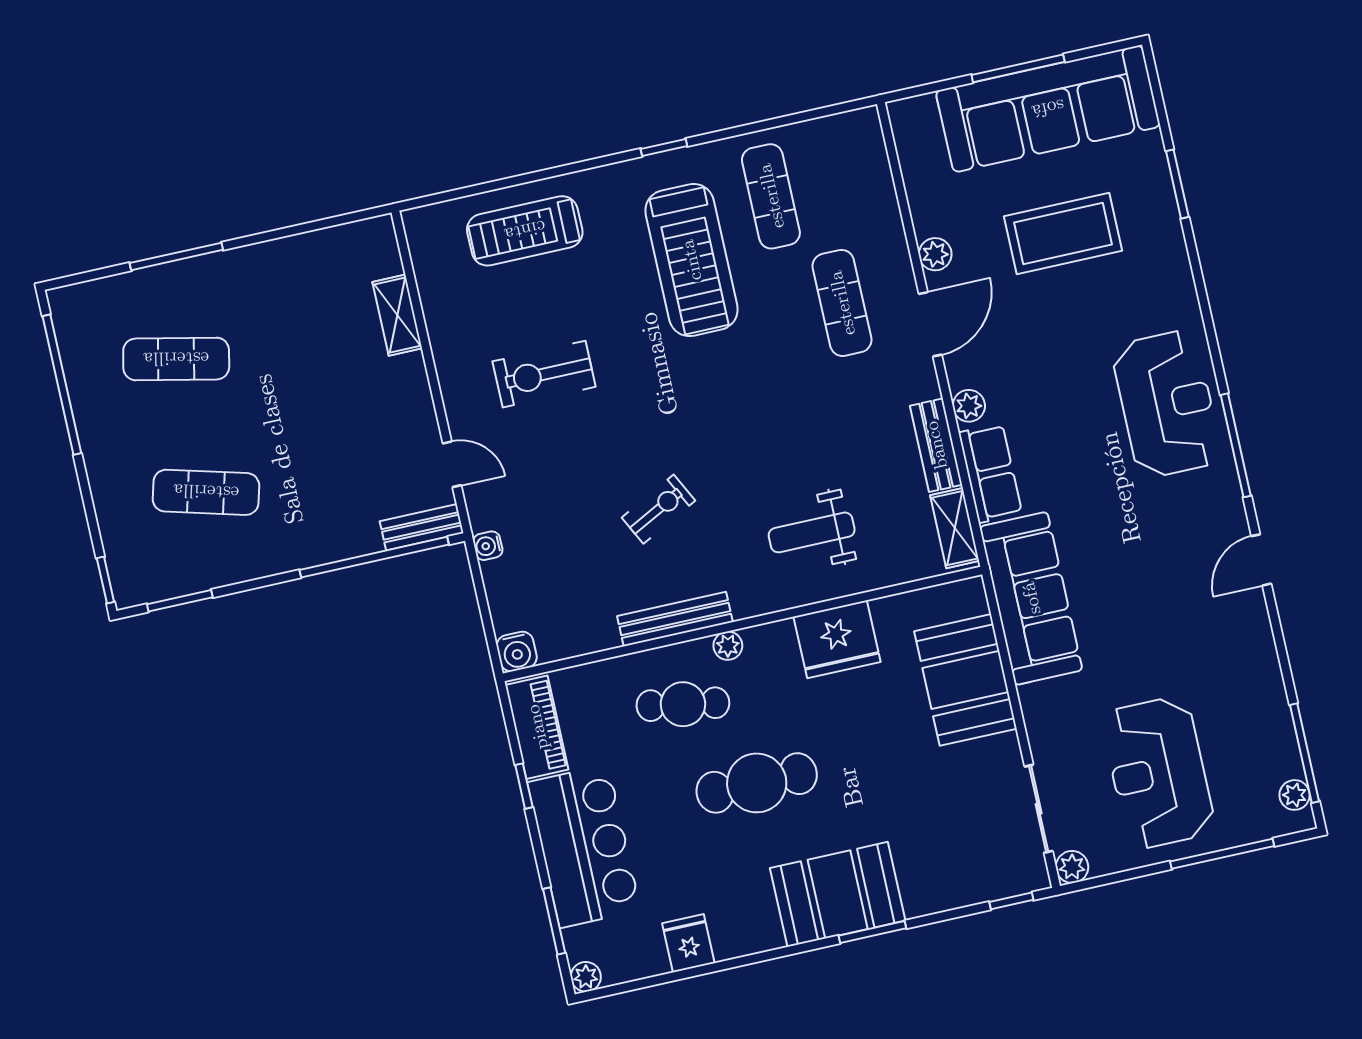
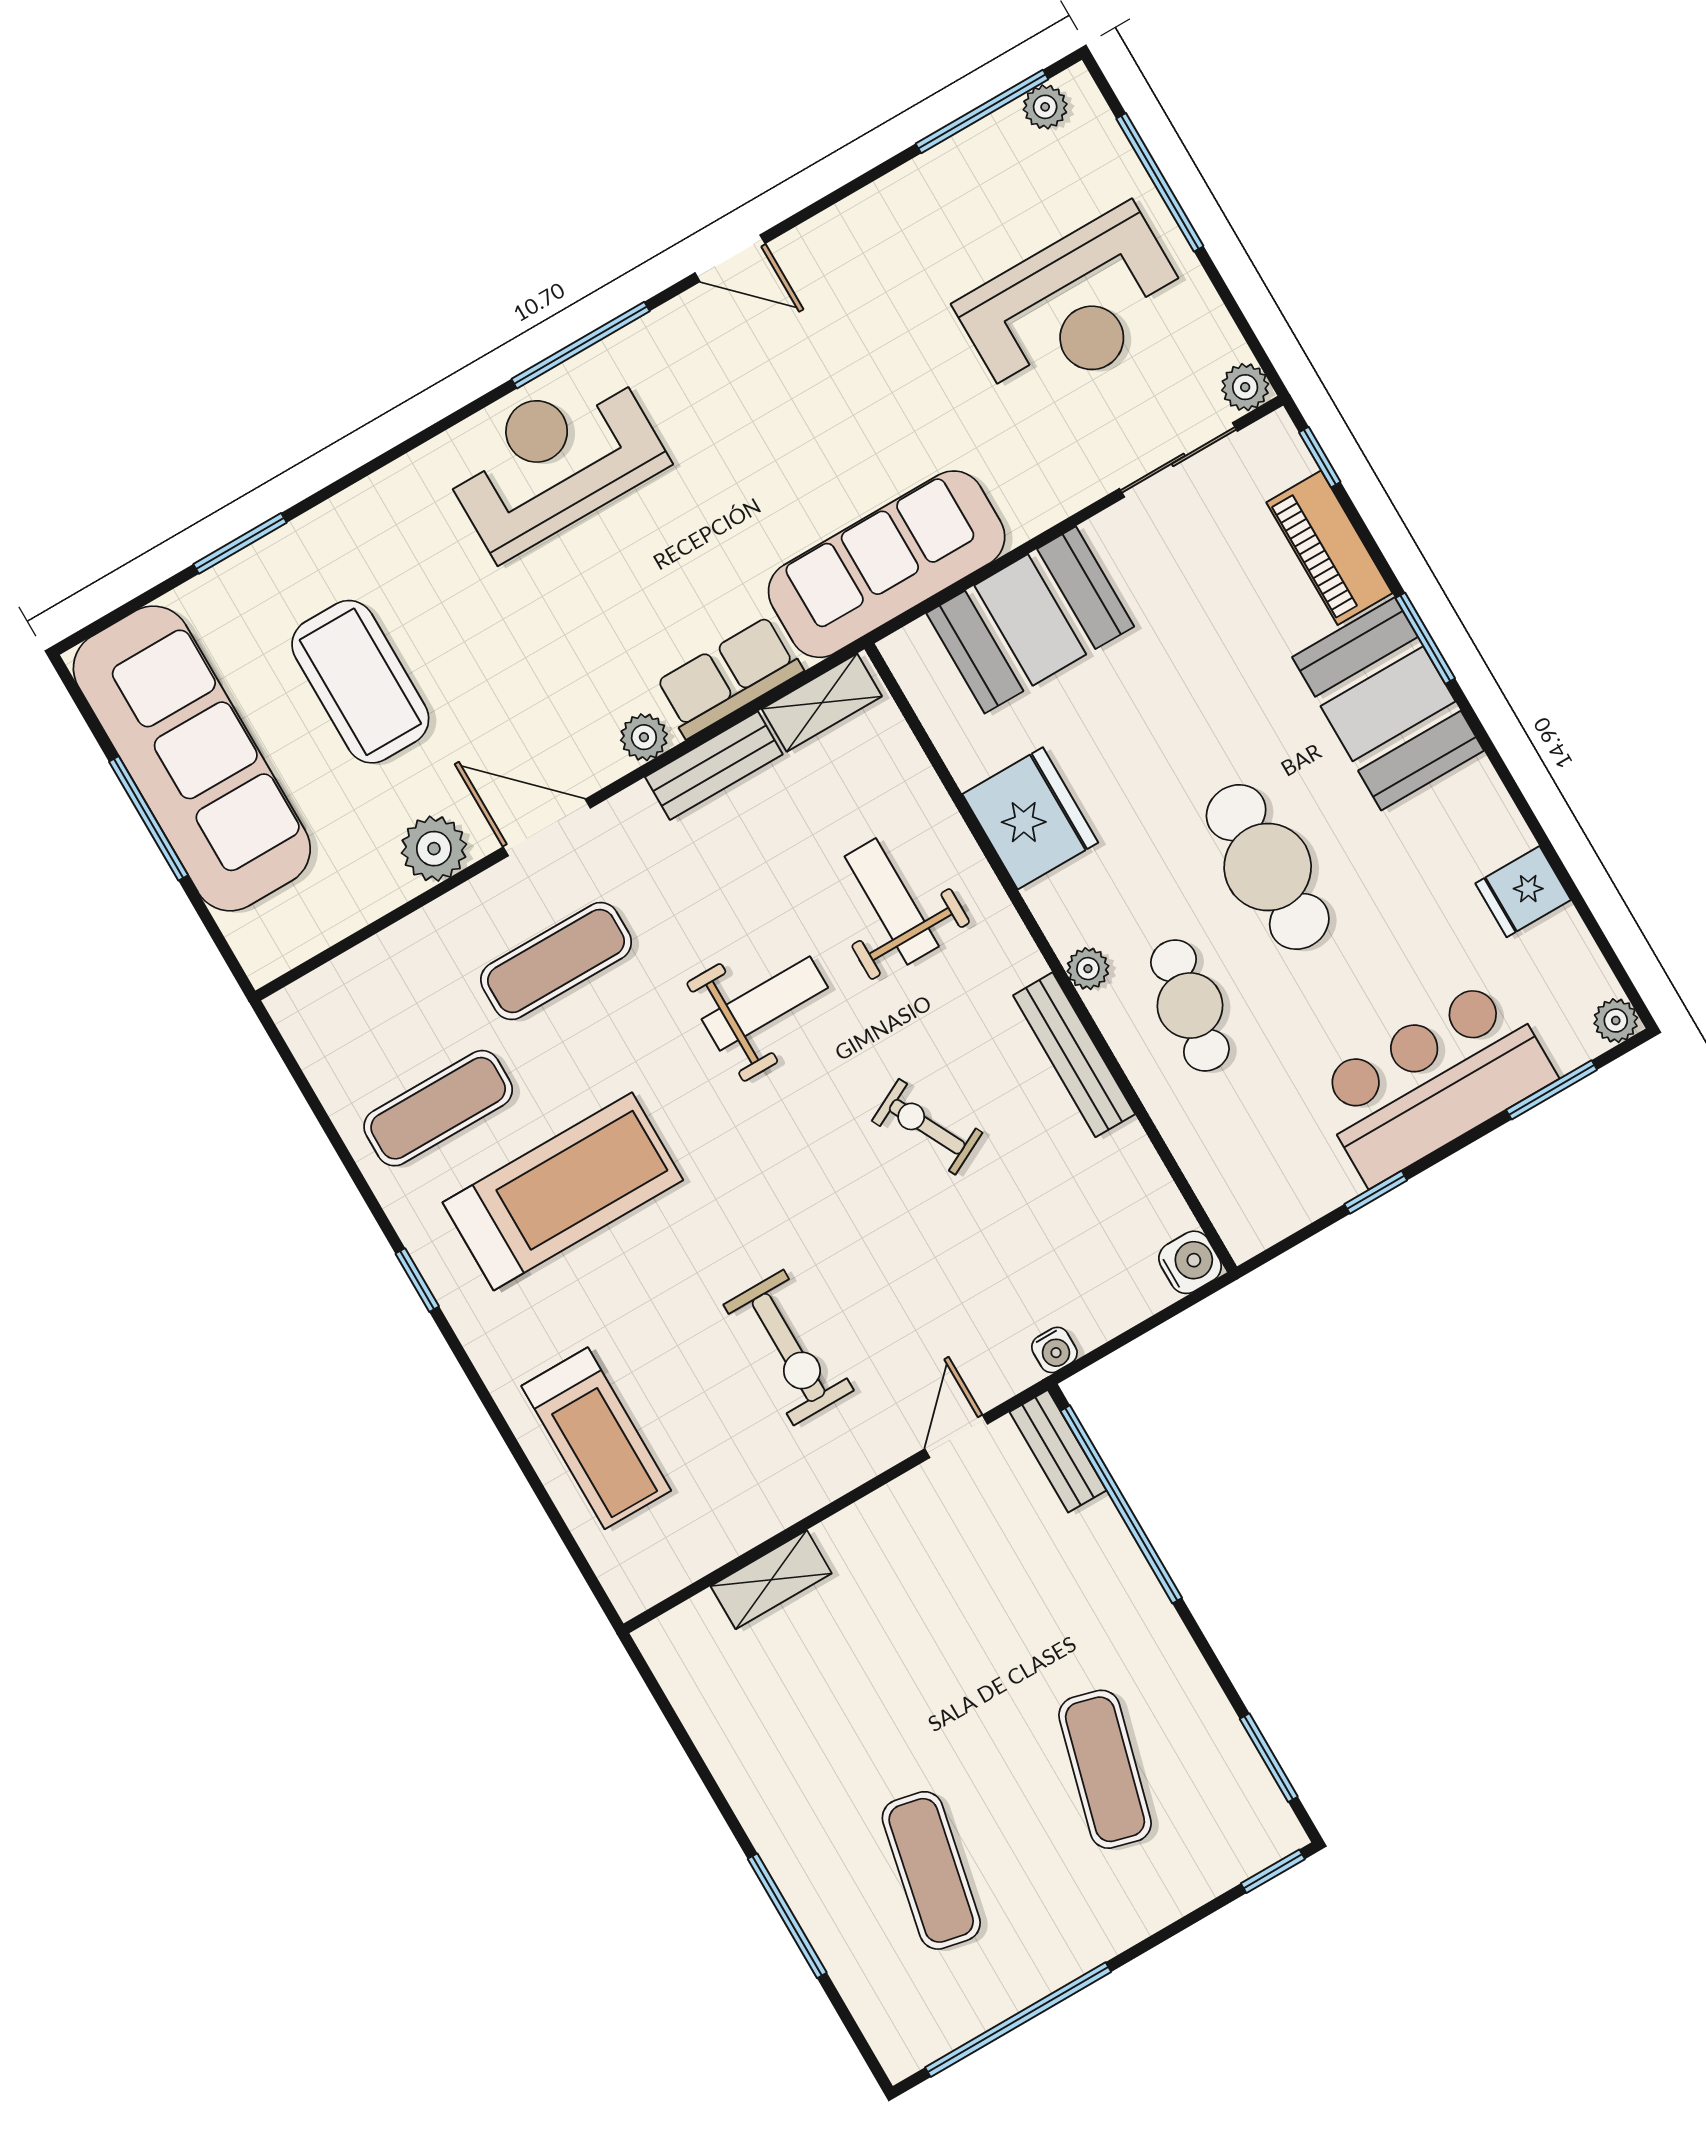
plant: (935, 254) -> (434, 849), width x1.38, depth x1.38
weight bench: (772, 429) -> (765, 1003), added
weight bench: (812, 532) -> (892, 901), turned 180
piano: (537, 727) -> (1329, 548), moved, turned -90

